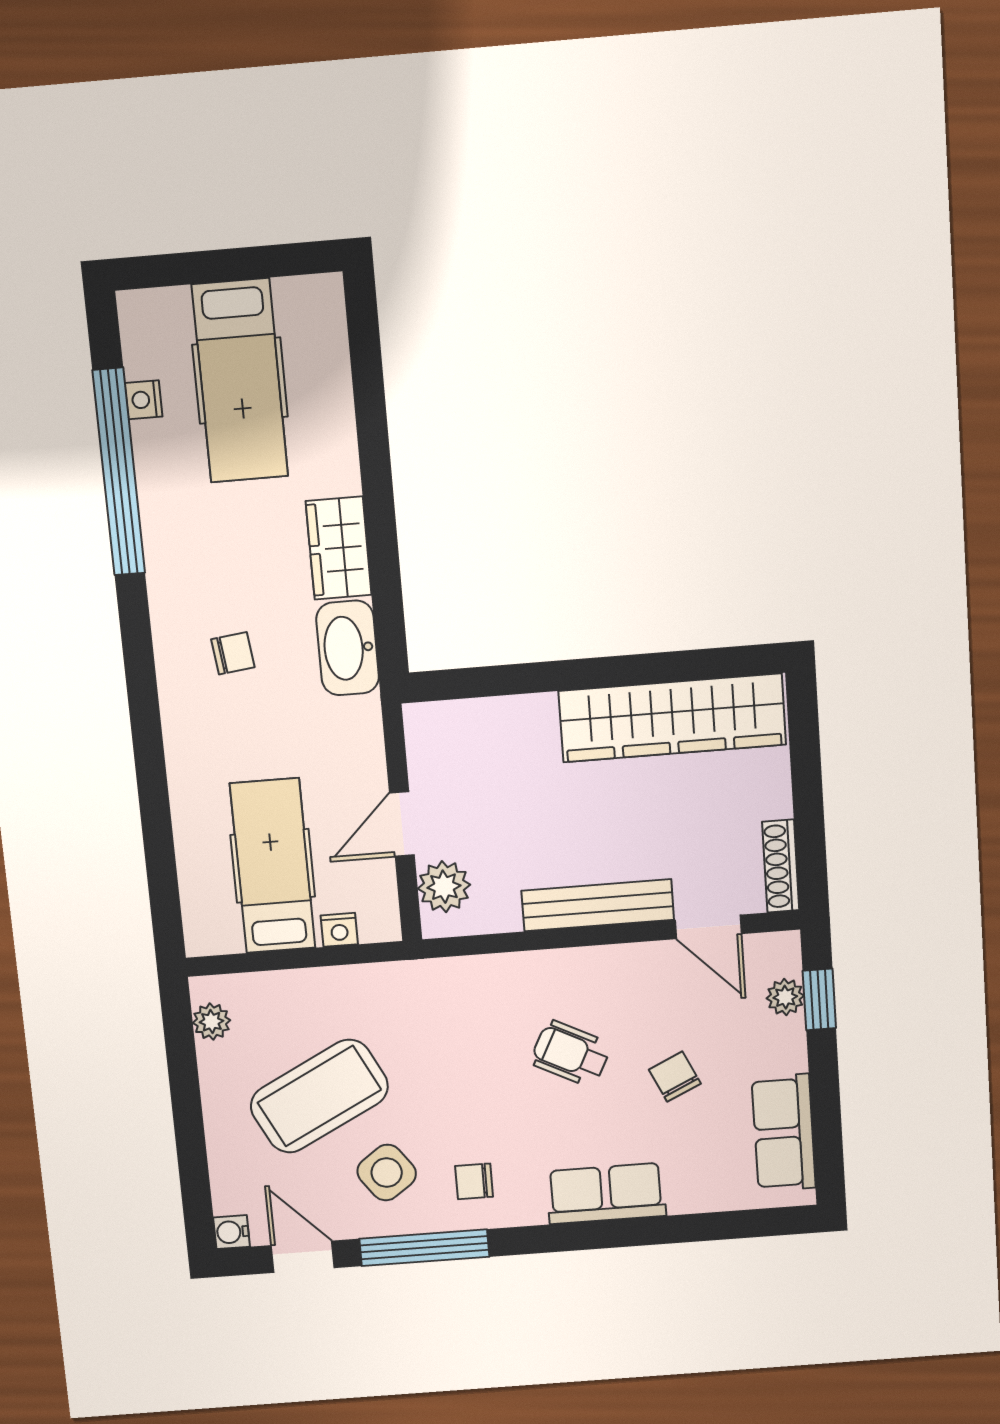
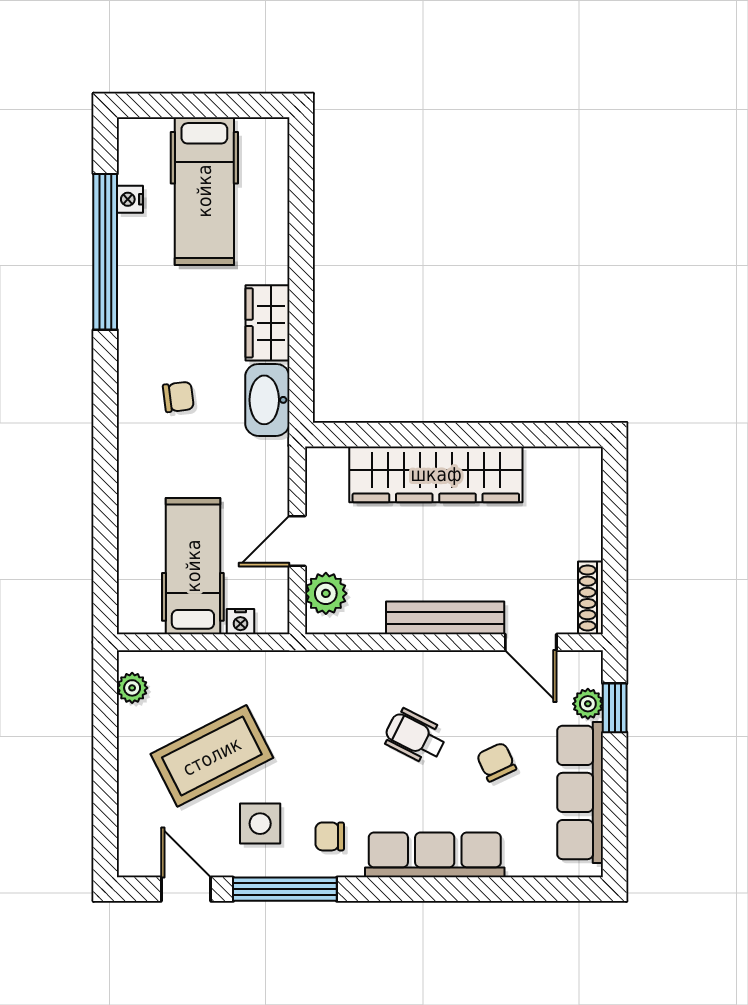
wardrobe: (672, 718) -> (436, 474), moved
row of seats: (784, 1133) -> (580, 792), width x1.48
side table: (387, 1173) -> (260, 824), turned 36
row of seats: (606, 1194) -> (435, 855), width x1.48
water cooler: (232, 1232) -> (130, 864), removed

